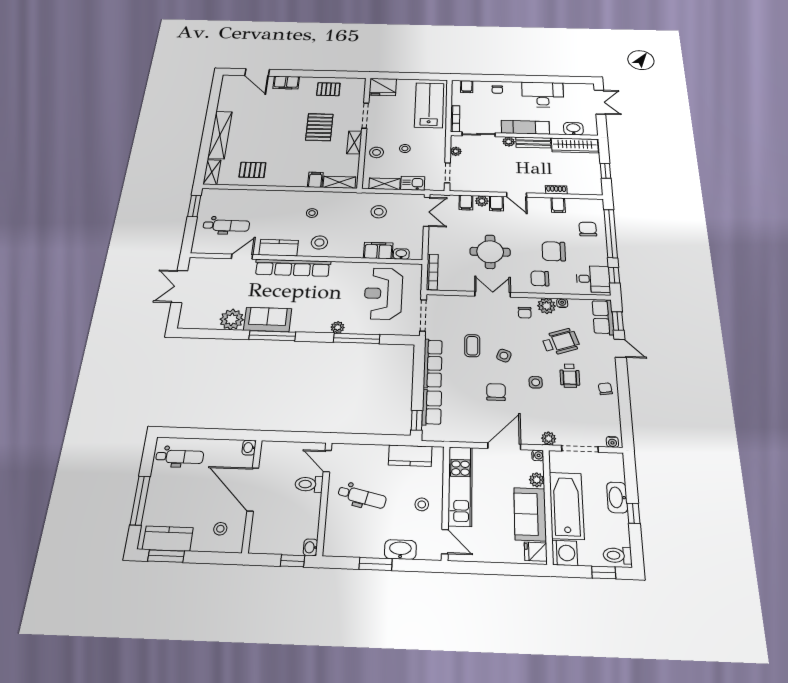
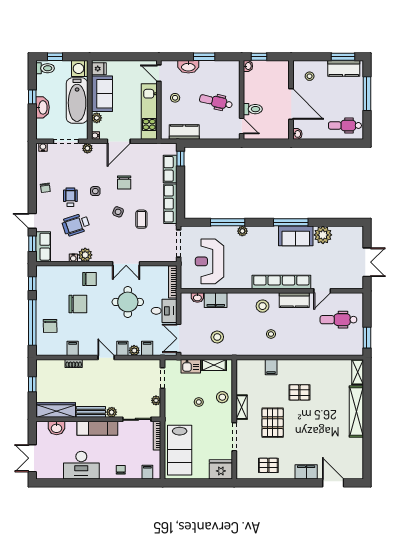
pallet: (252, 170) -> (299, 392), moved
shelving: (339, 182) -> (251, 365), removed
desk: (593, 279) -> (164, 311), moved, turned 180
reception desk: (383, 293) -> (210, 261), turned 180
chair: (525, 313) -> (102, 248), removed

